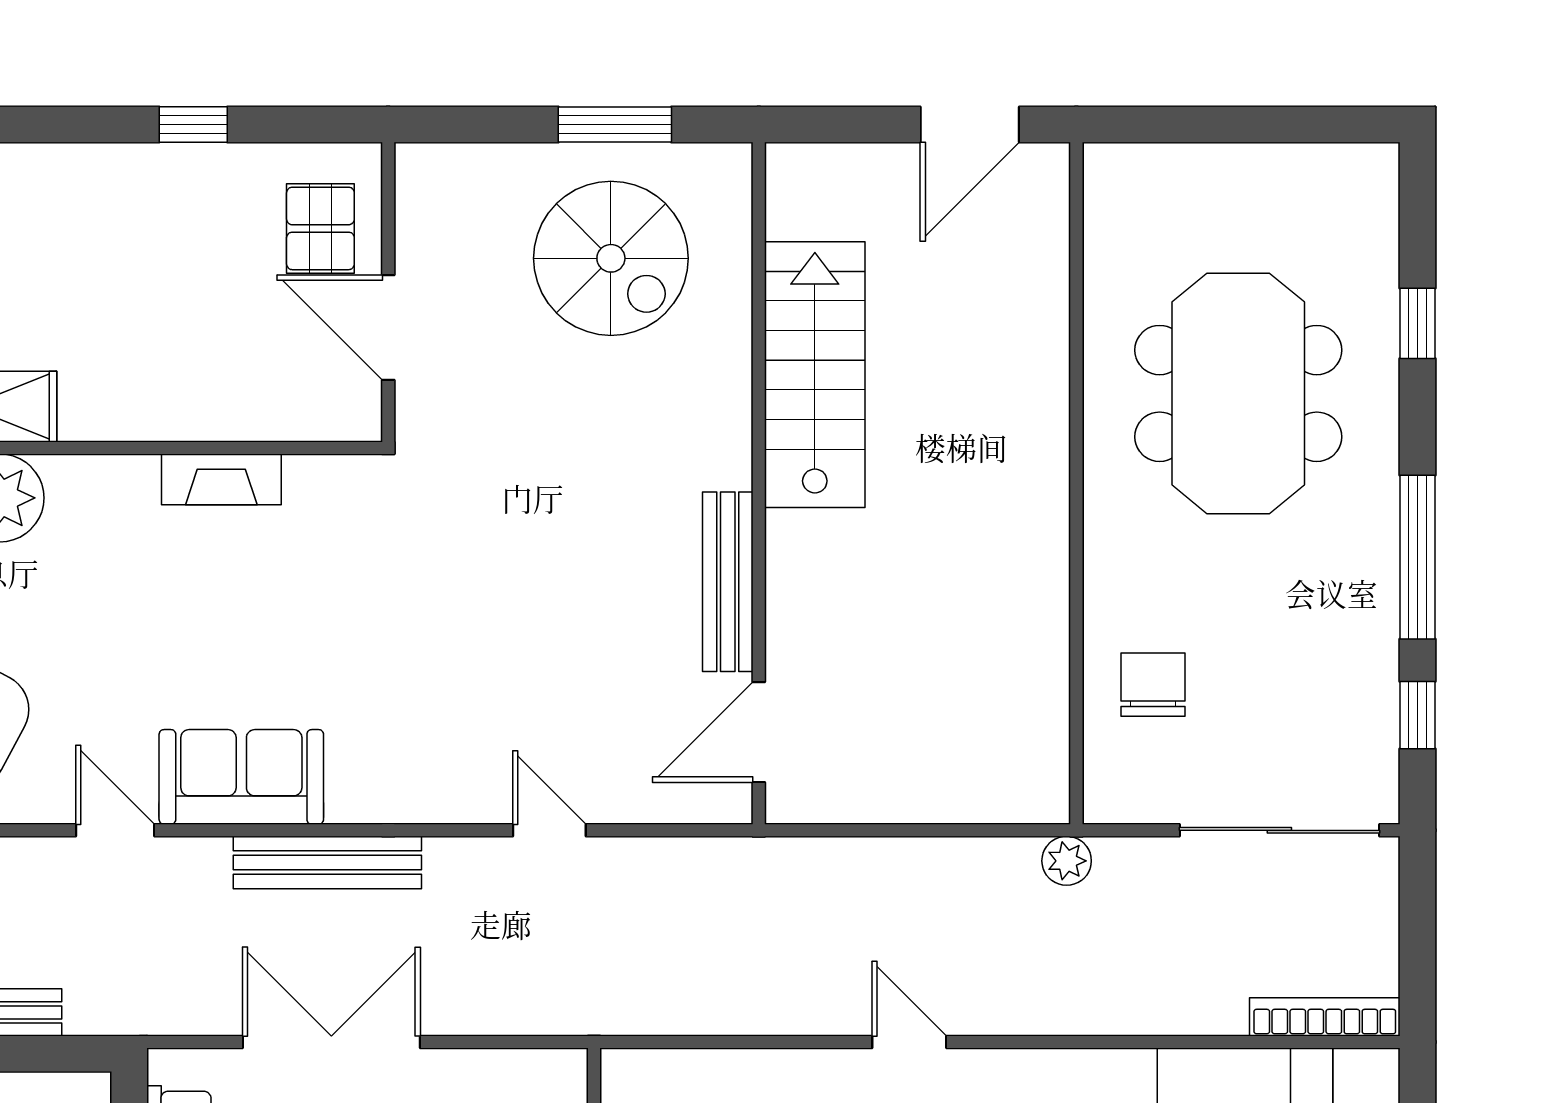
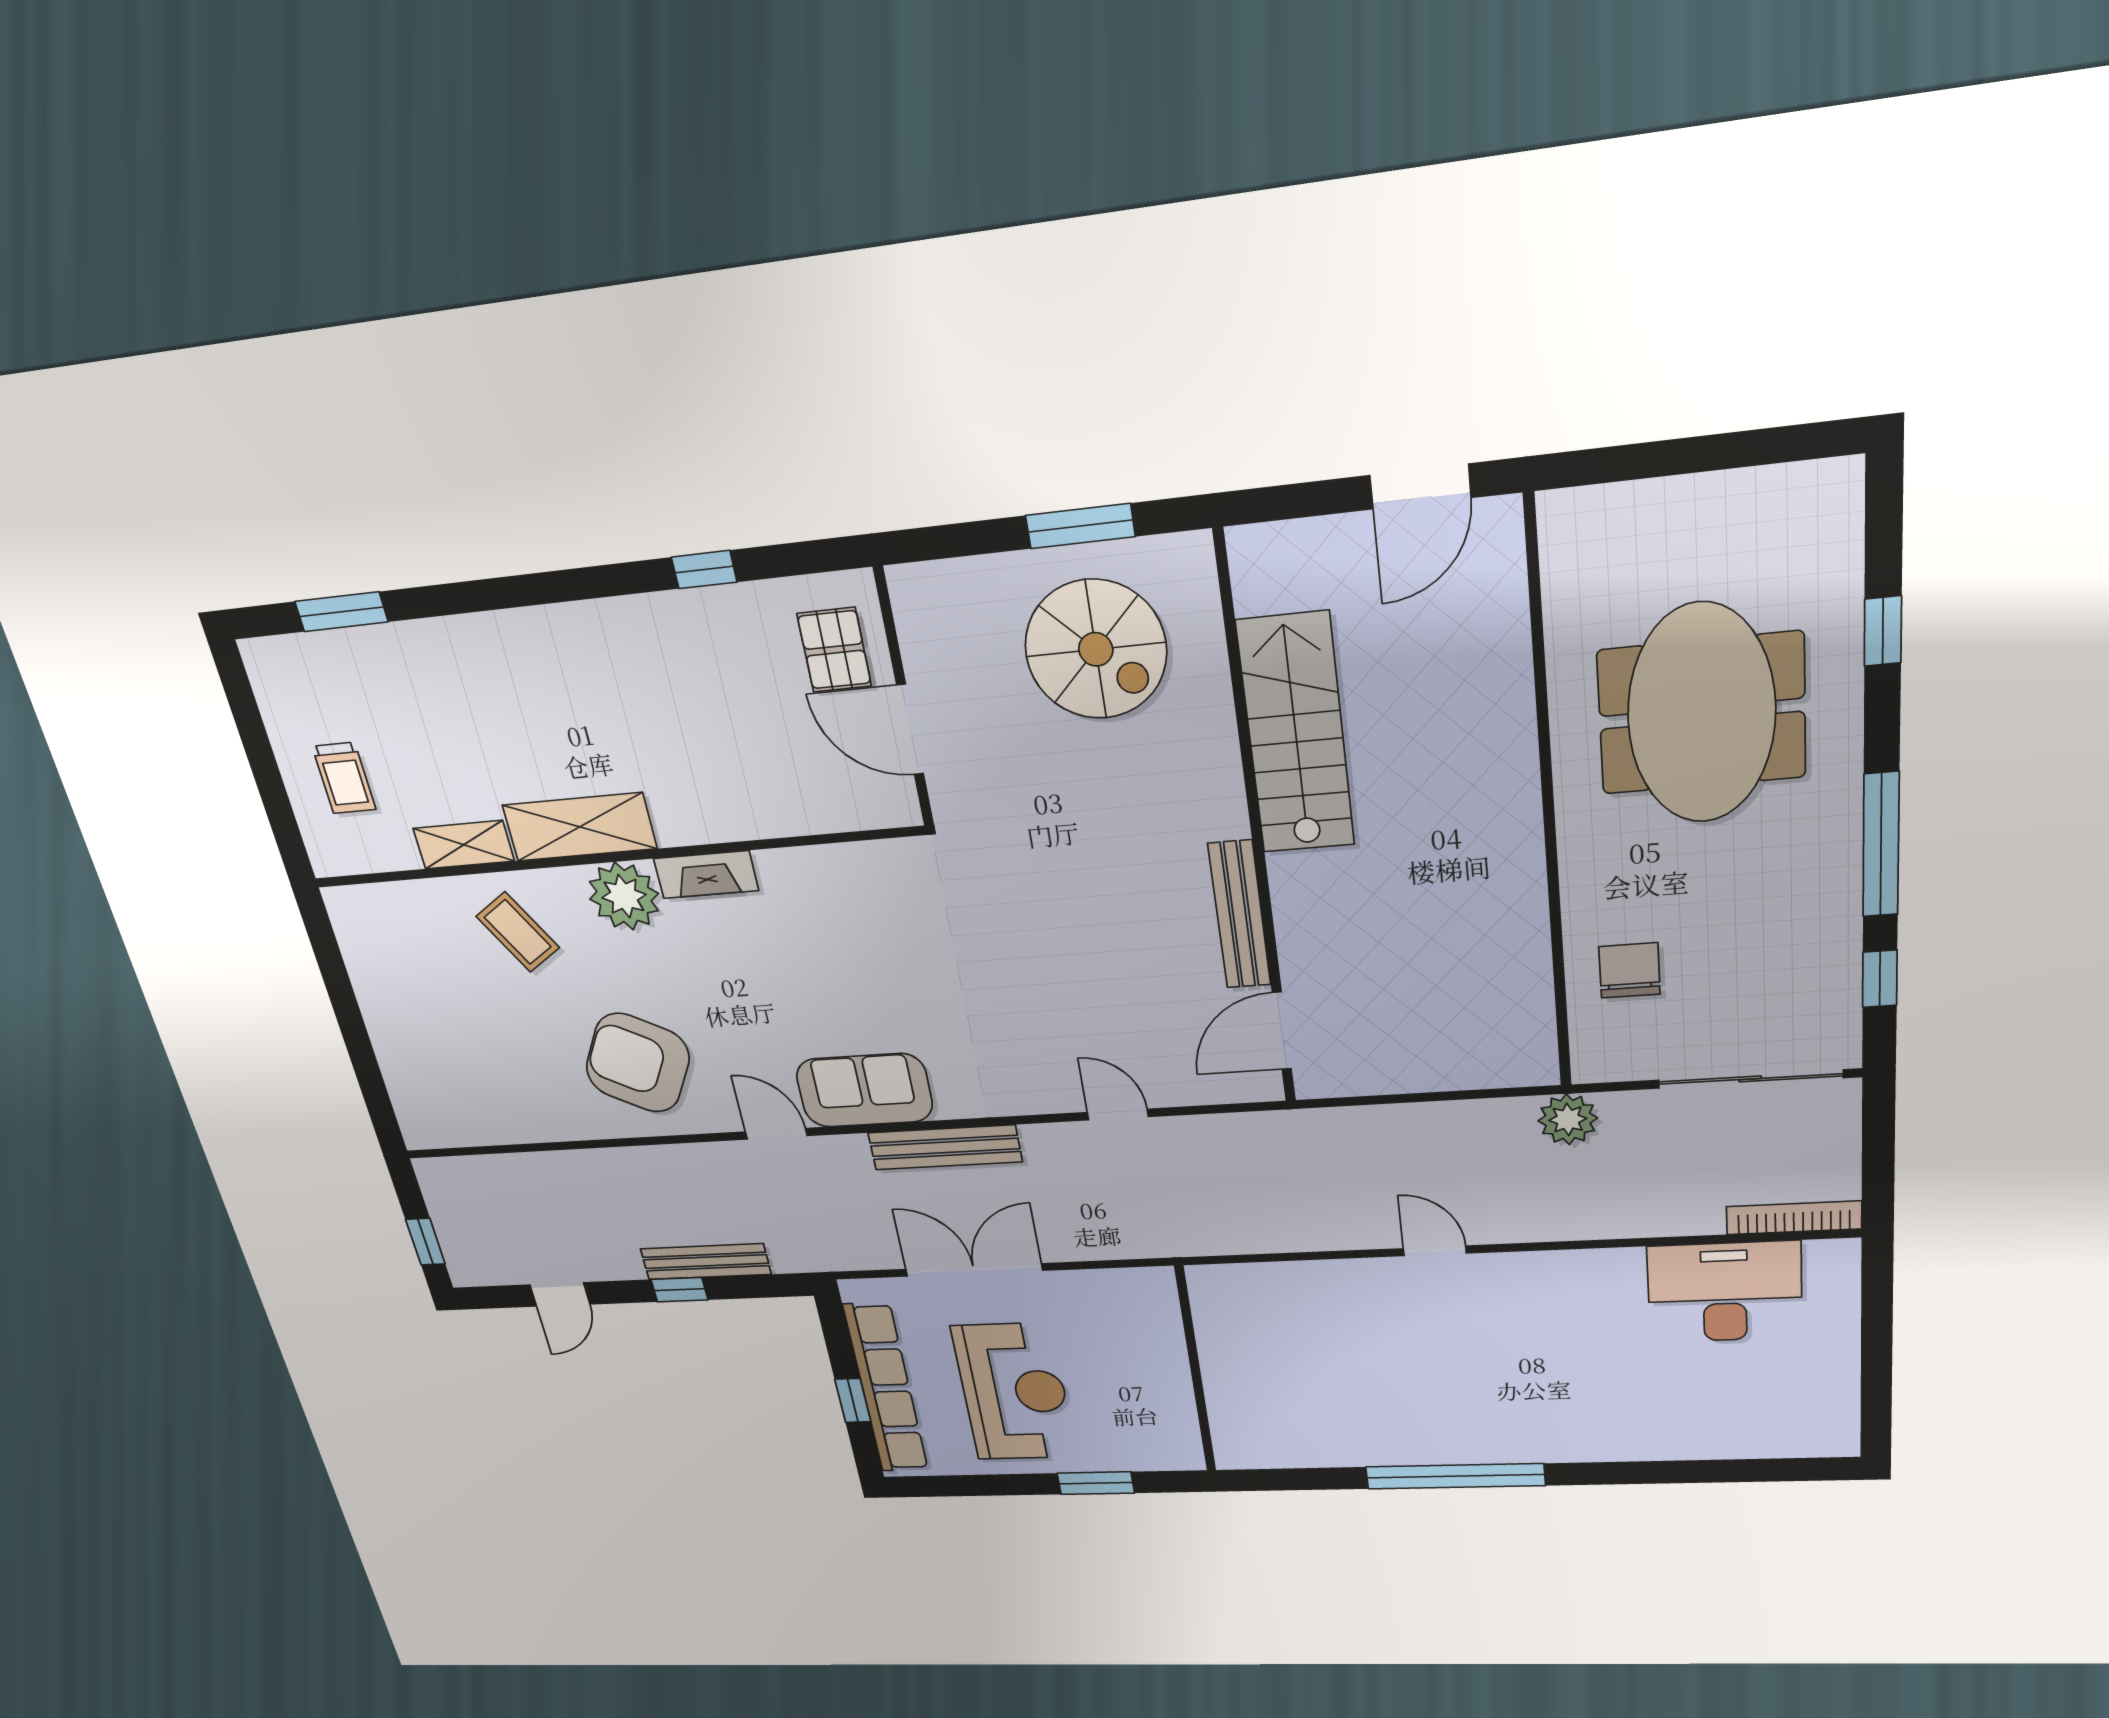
fireplace: (221, 479) -> (706, 875), moved
plant: (1067, 861) -> (1568, 1119), width x1.38, depth x1.38

